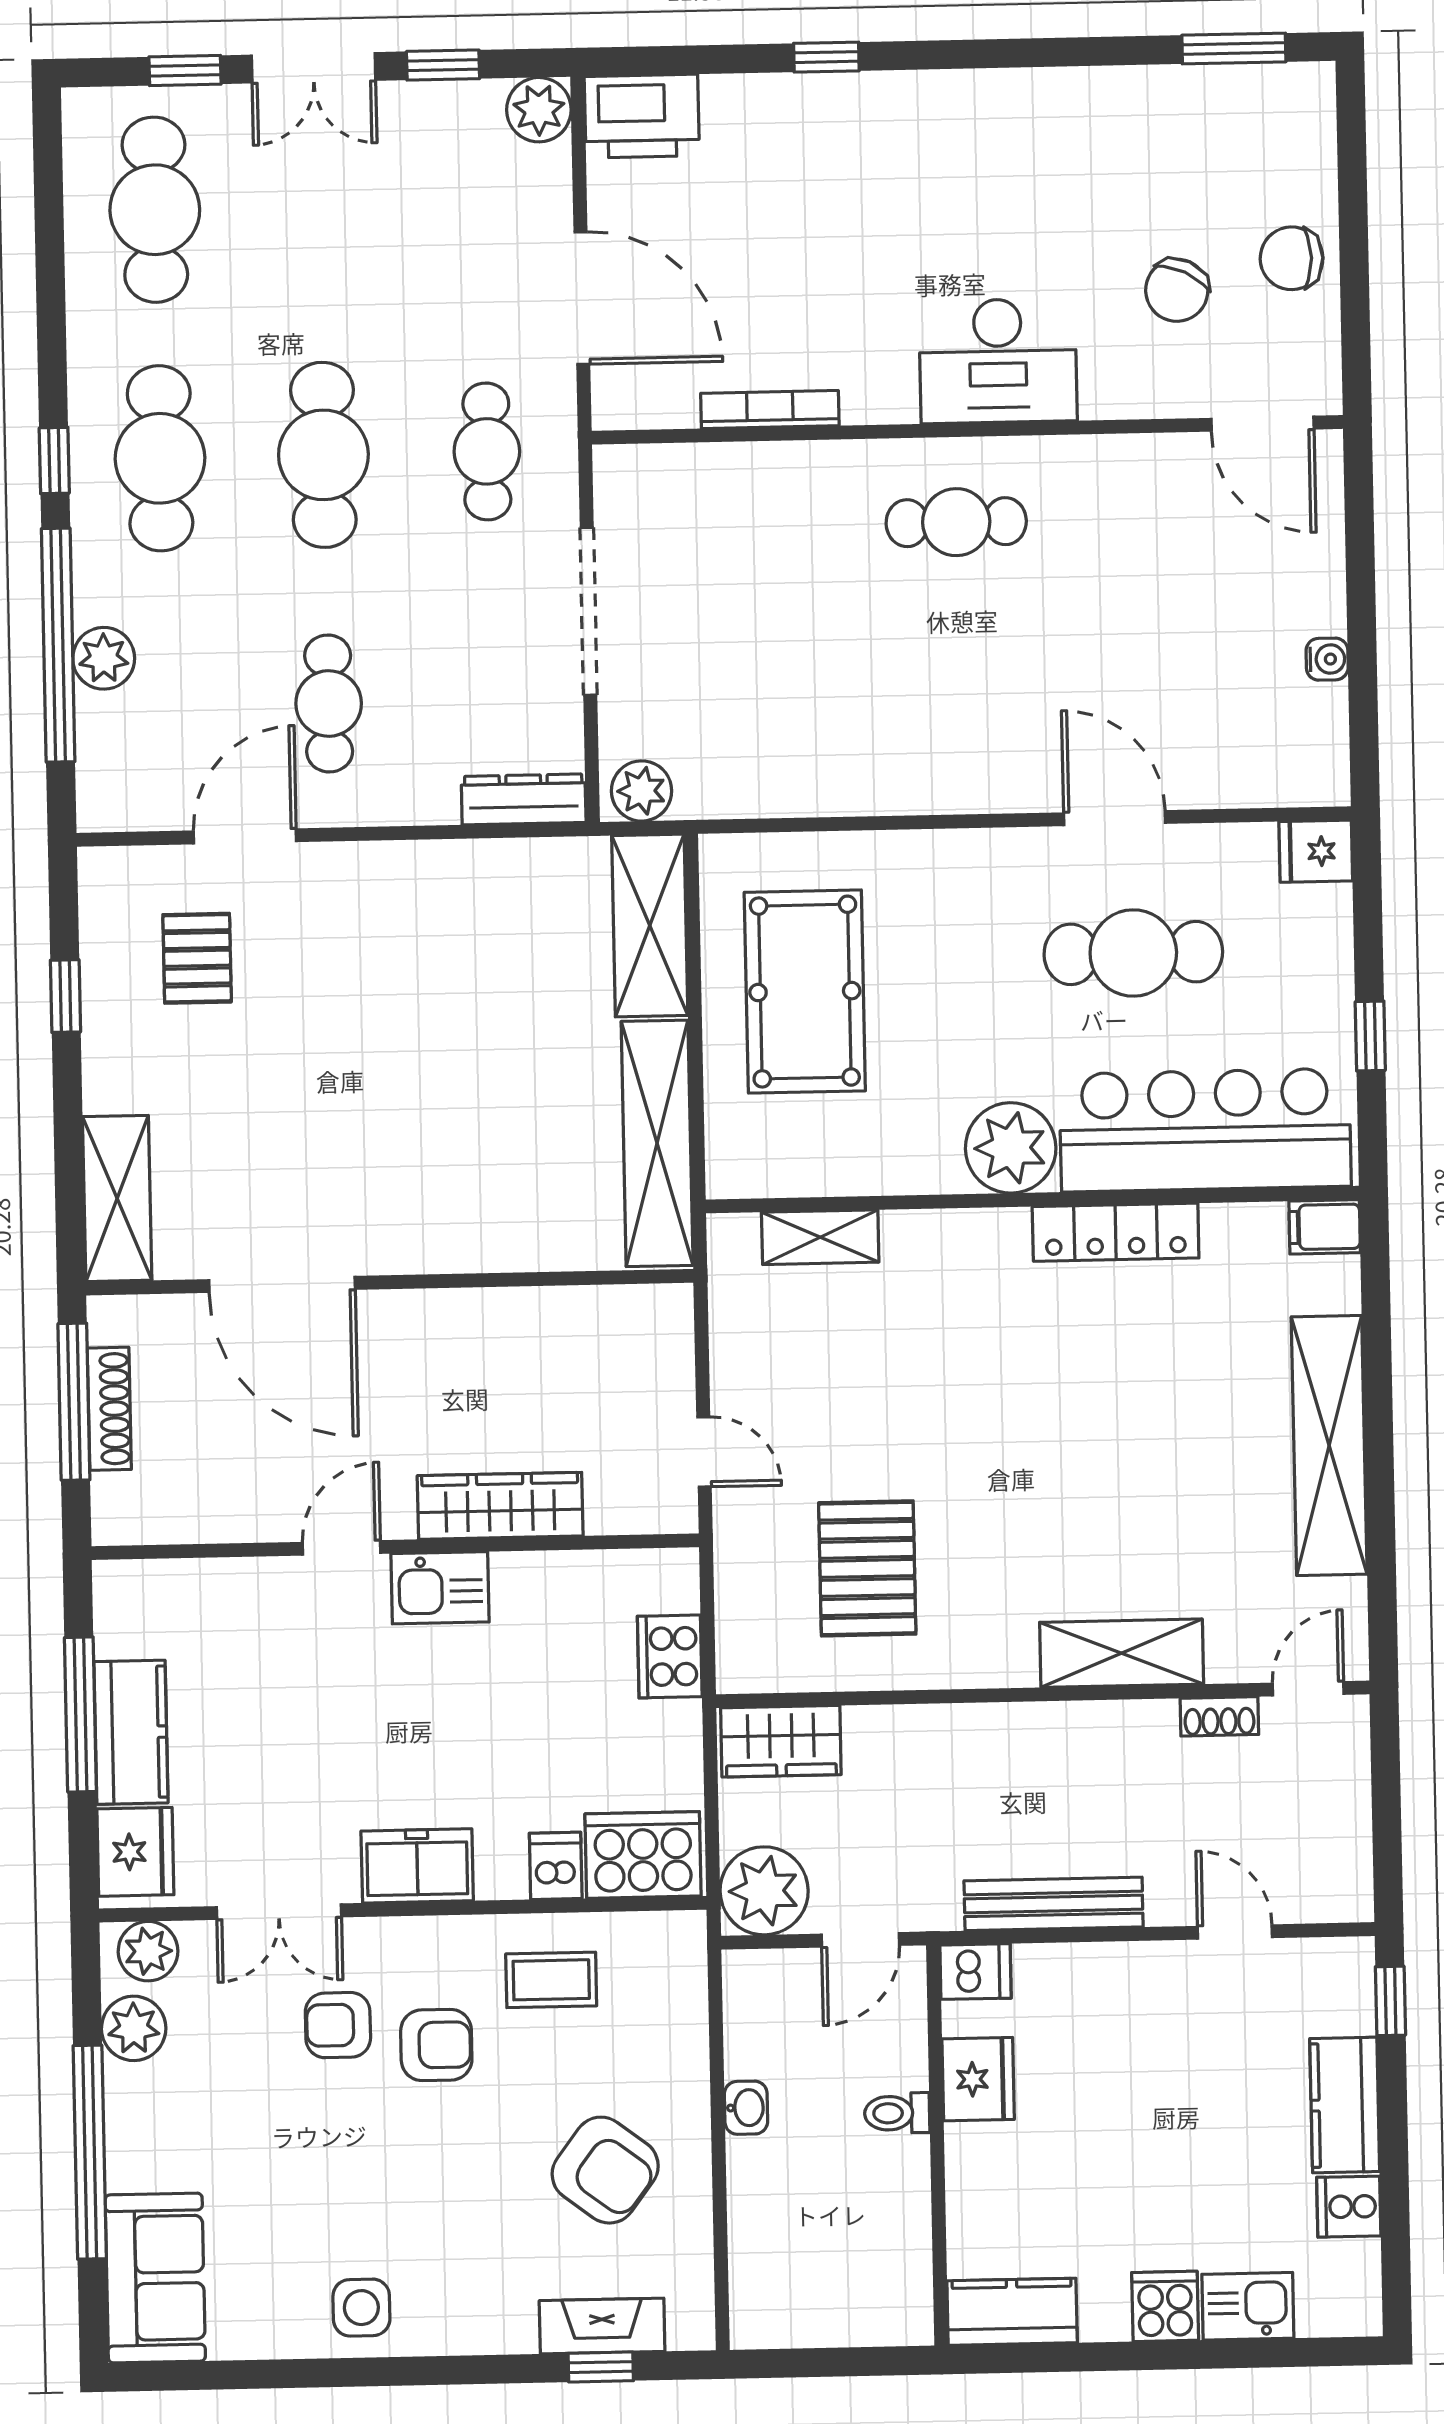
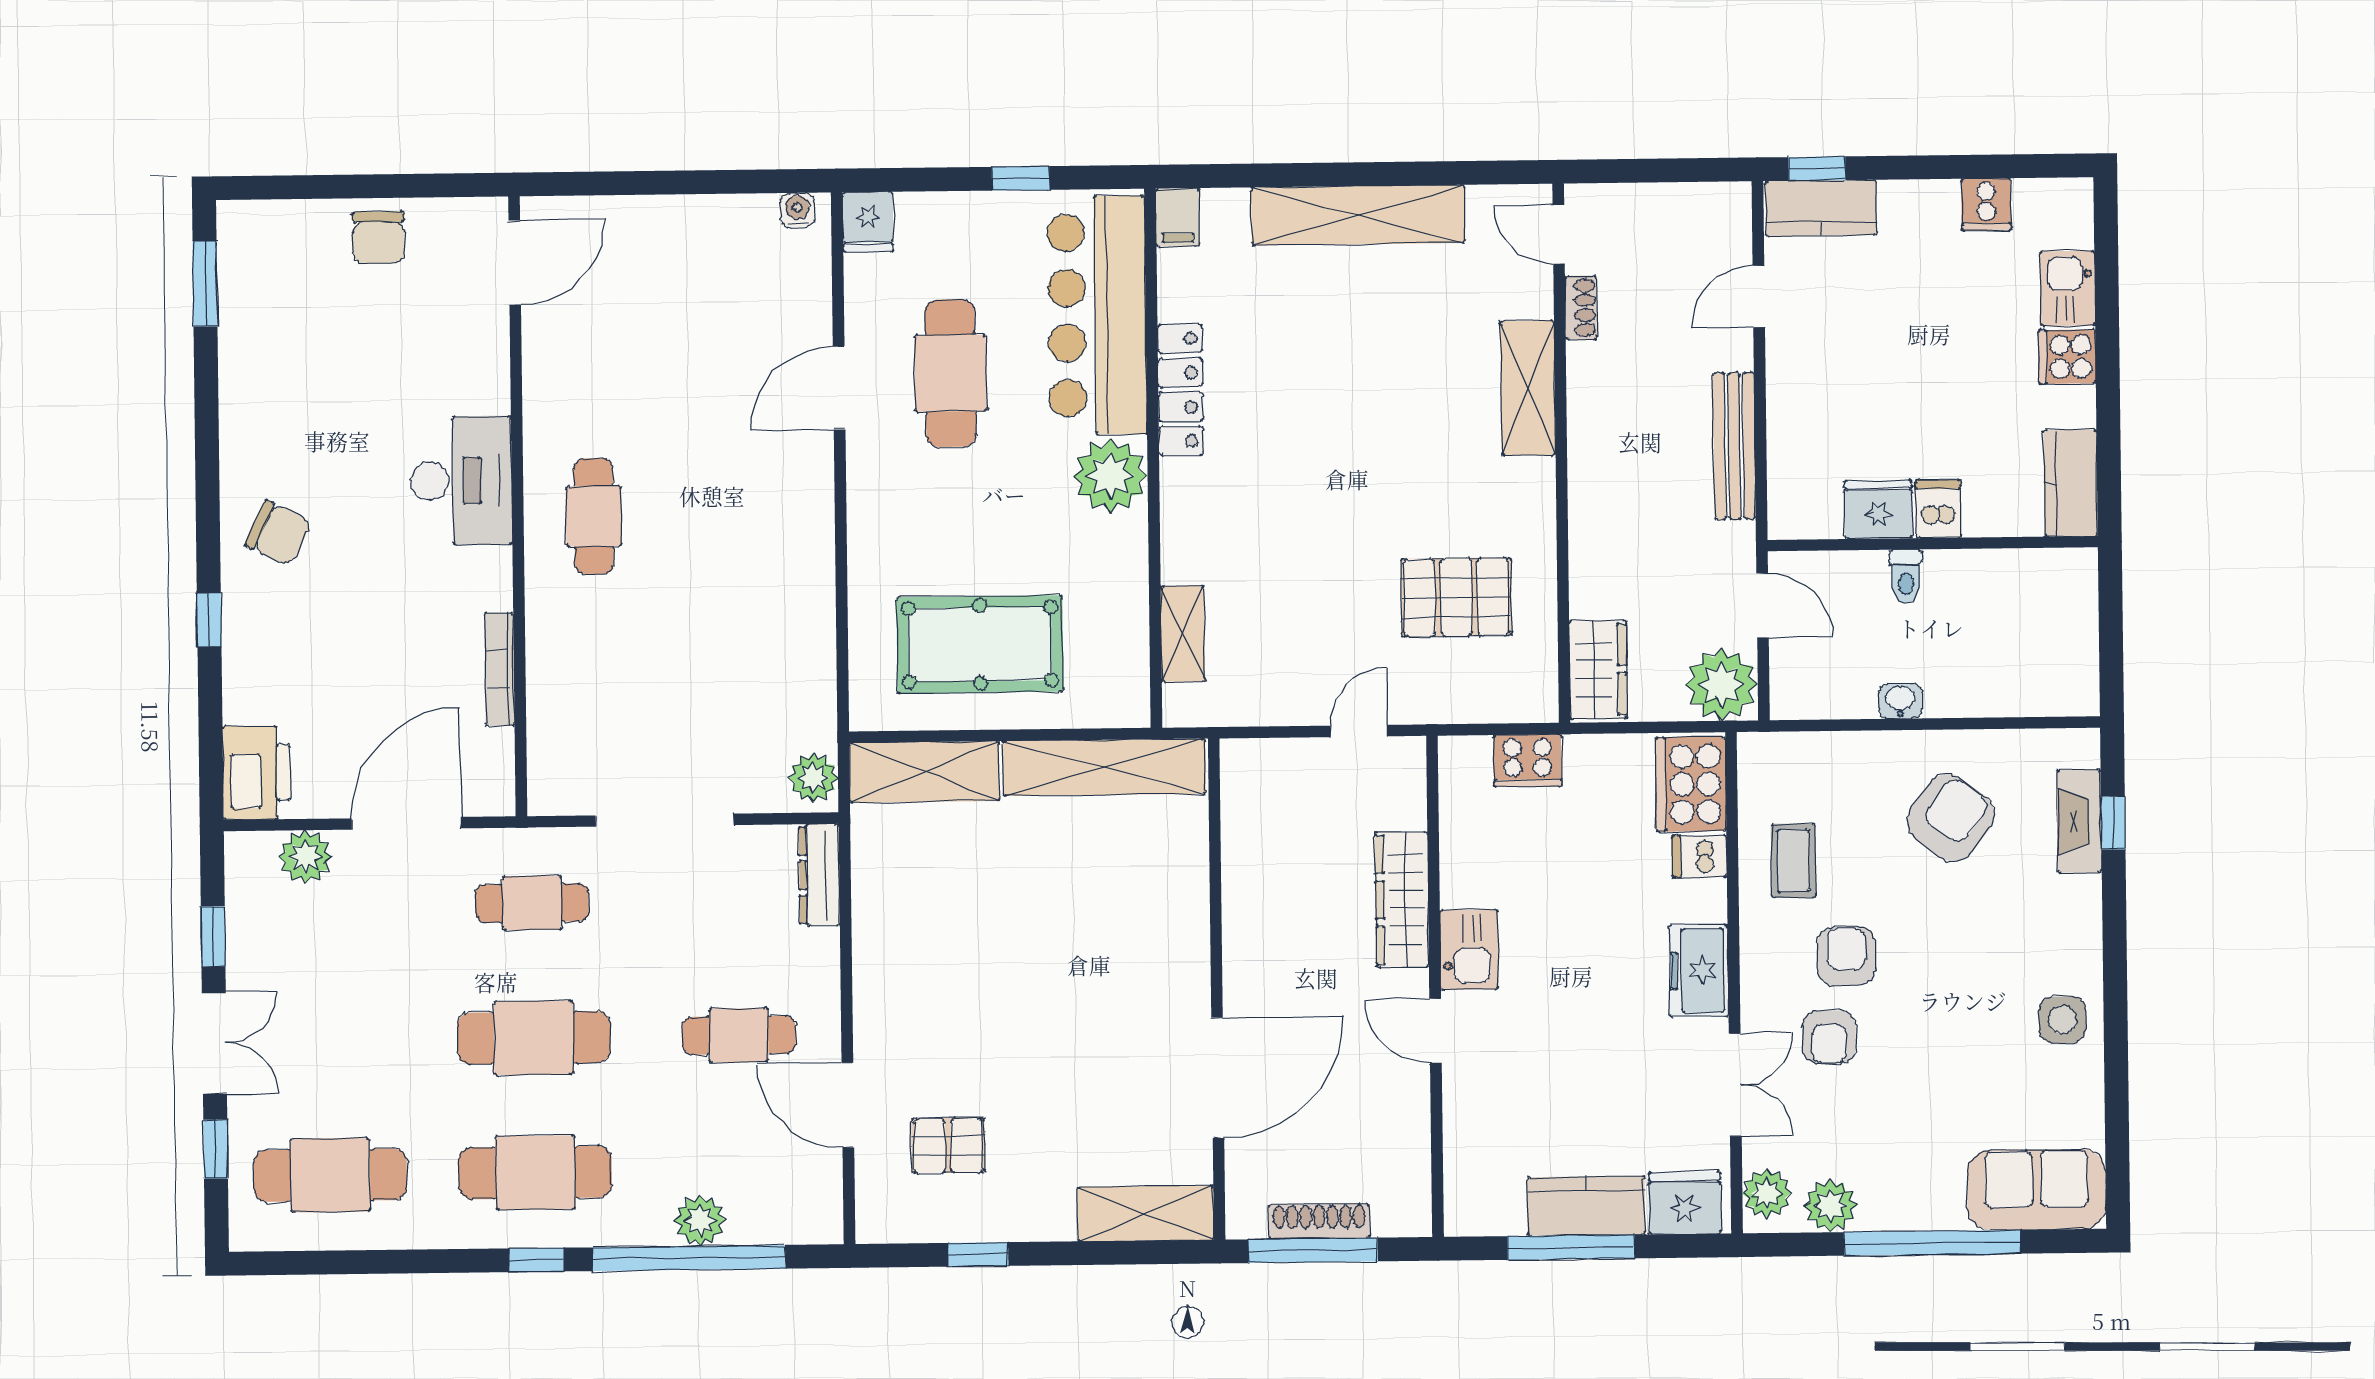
plant: (539, 110) -> (305, 857), moved
chair: (1177, 290) -> (278, 533), moved
water cooler: (1327, 659) -> (797, 210), moved
dishwasher: (976, 1972) -> (1939, 509), moved
kitchen counter: (1345, 2105) -> (1821, 208), moved

